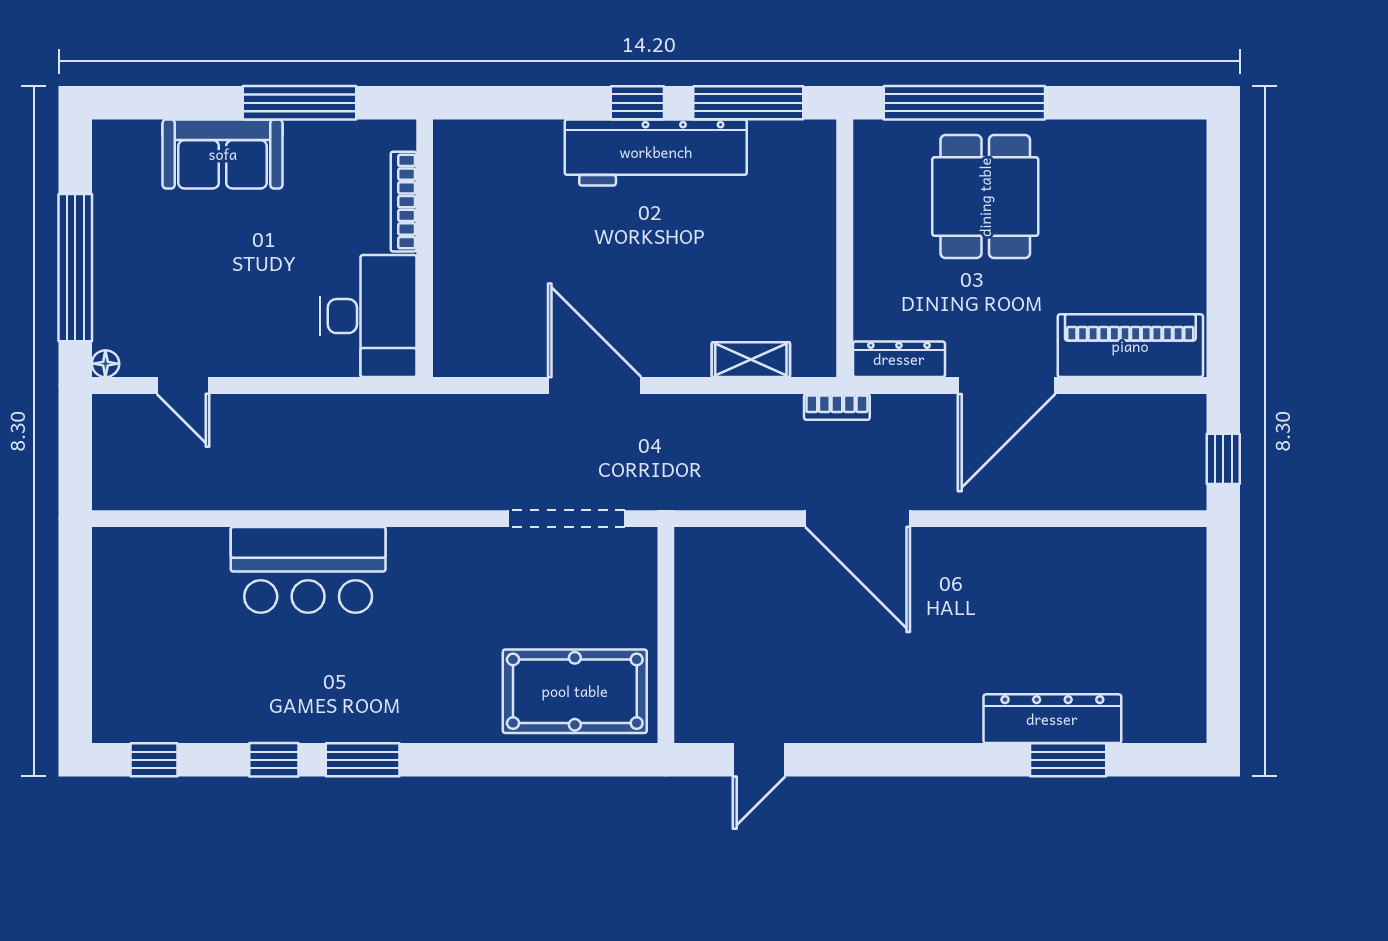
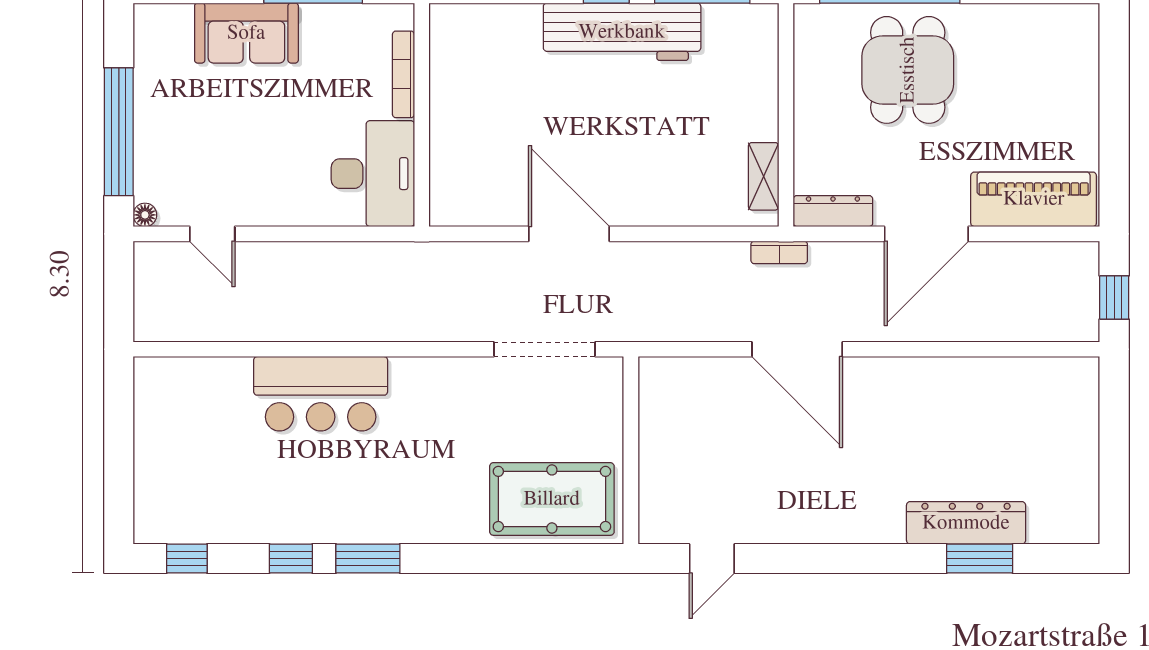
shelving: (751, 360) -> (764, 176), moved, turned 90

